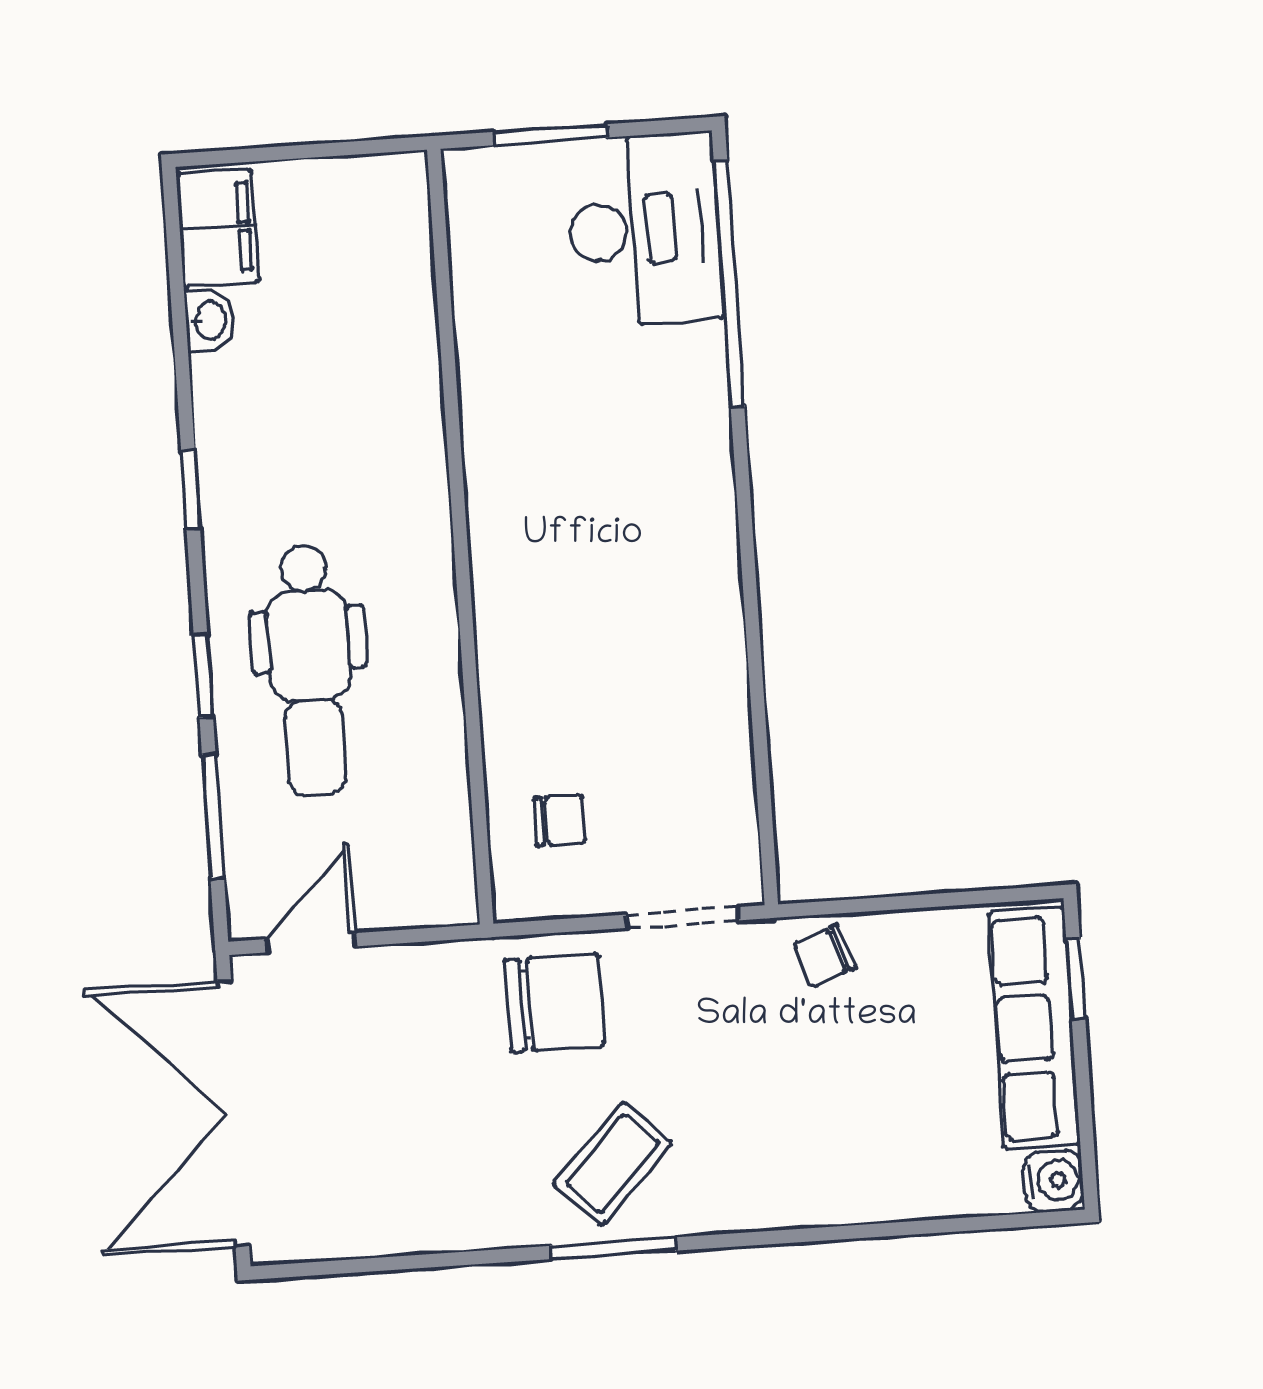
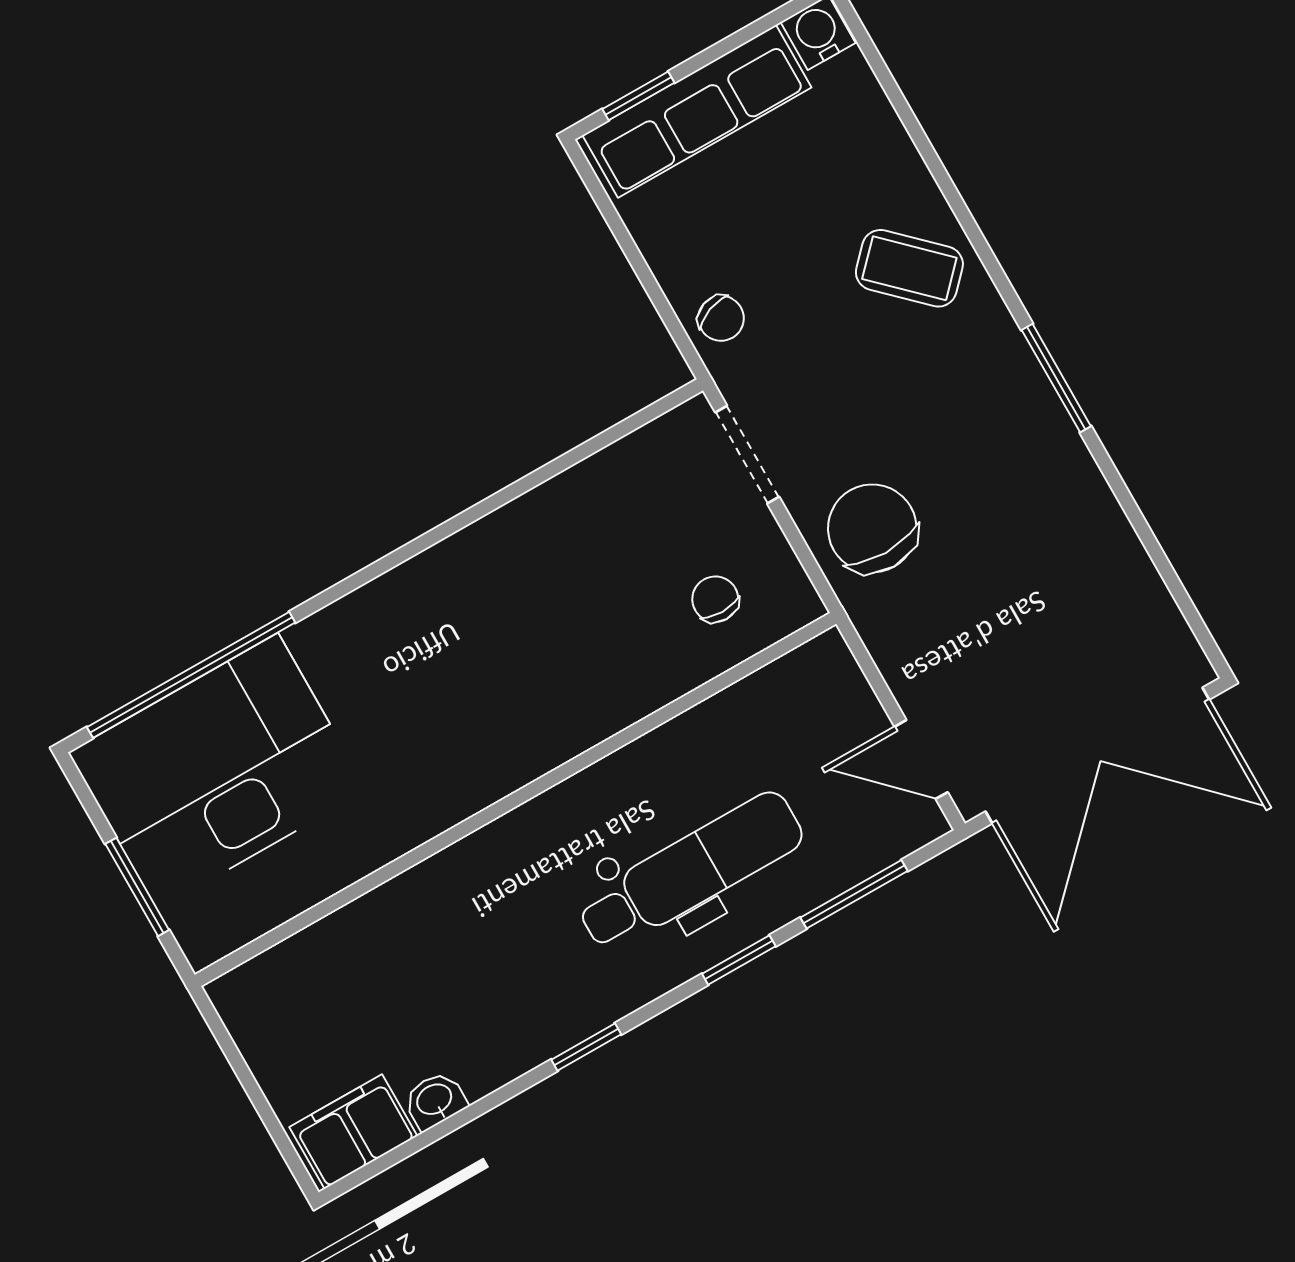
desk: (644, 229) -> (218, 771), width x1.36, depth x1.30
coffee table: (612, 1164) -> (909, 268), moved

